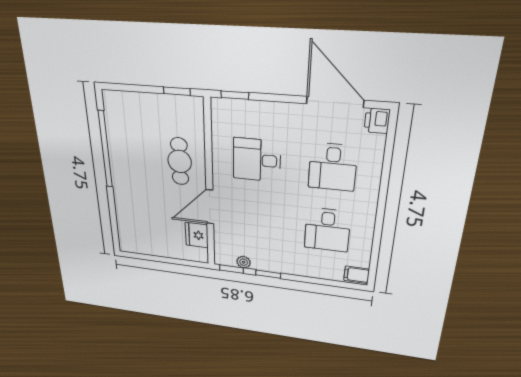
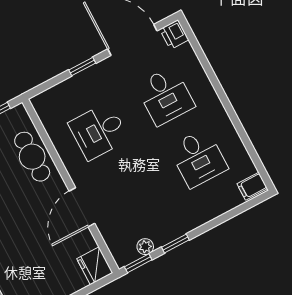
window: (235, 95) -> (82, 66), moved
cafe table: (180, 161) -> (32, 157), moved
fridge: (197, 235) -> (95, 266), moved

